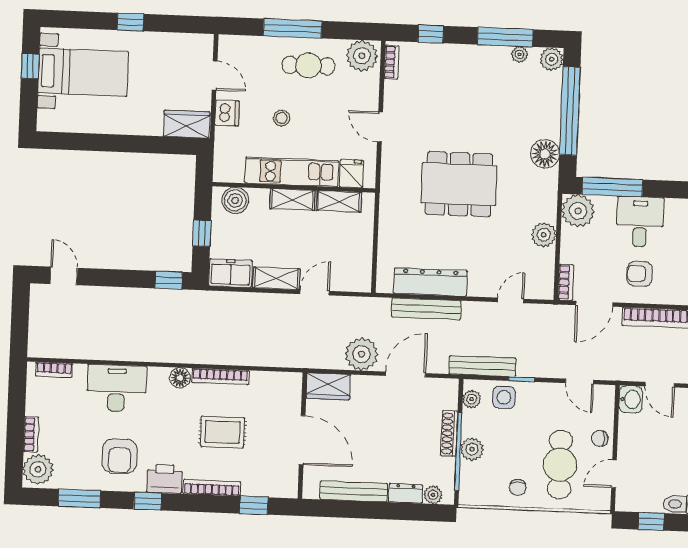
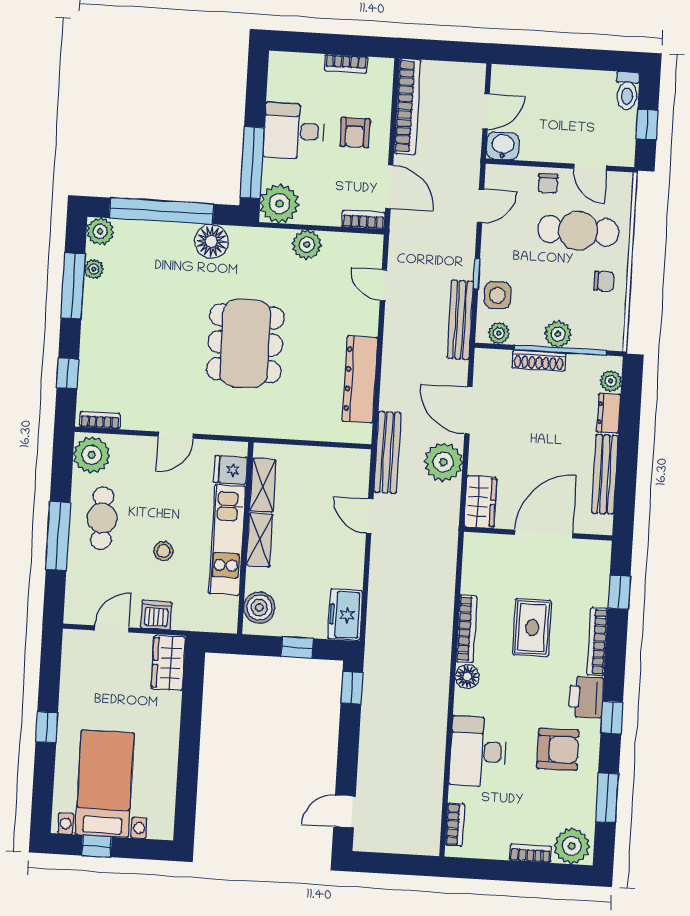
shelving: (276, 278) -> (352, 561), removed
bench: (426, 309) -> (387, 452), moved

